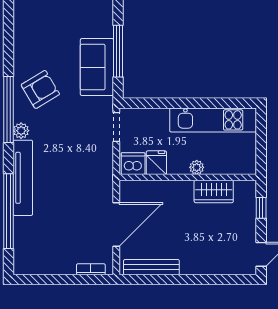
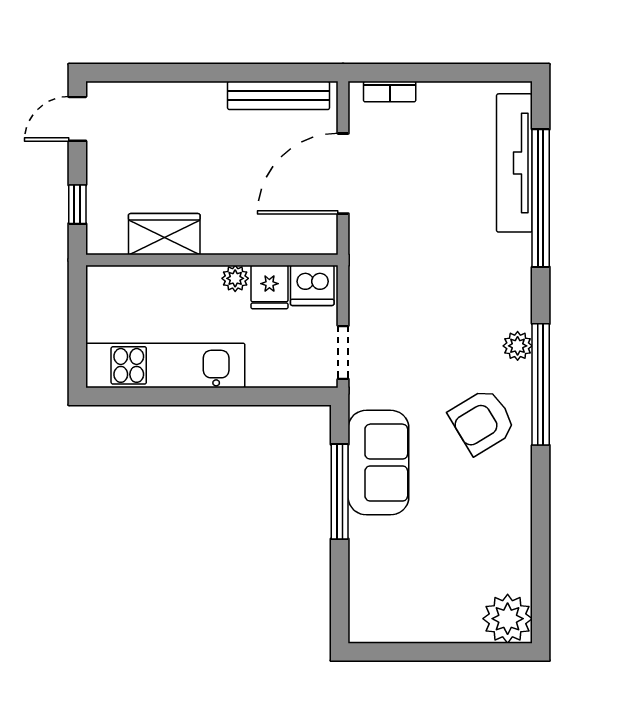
plant: (197, 167) -> (235, 278), moved
tv unit: (23, 178) -> (514, 163), moved

